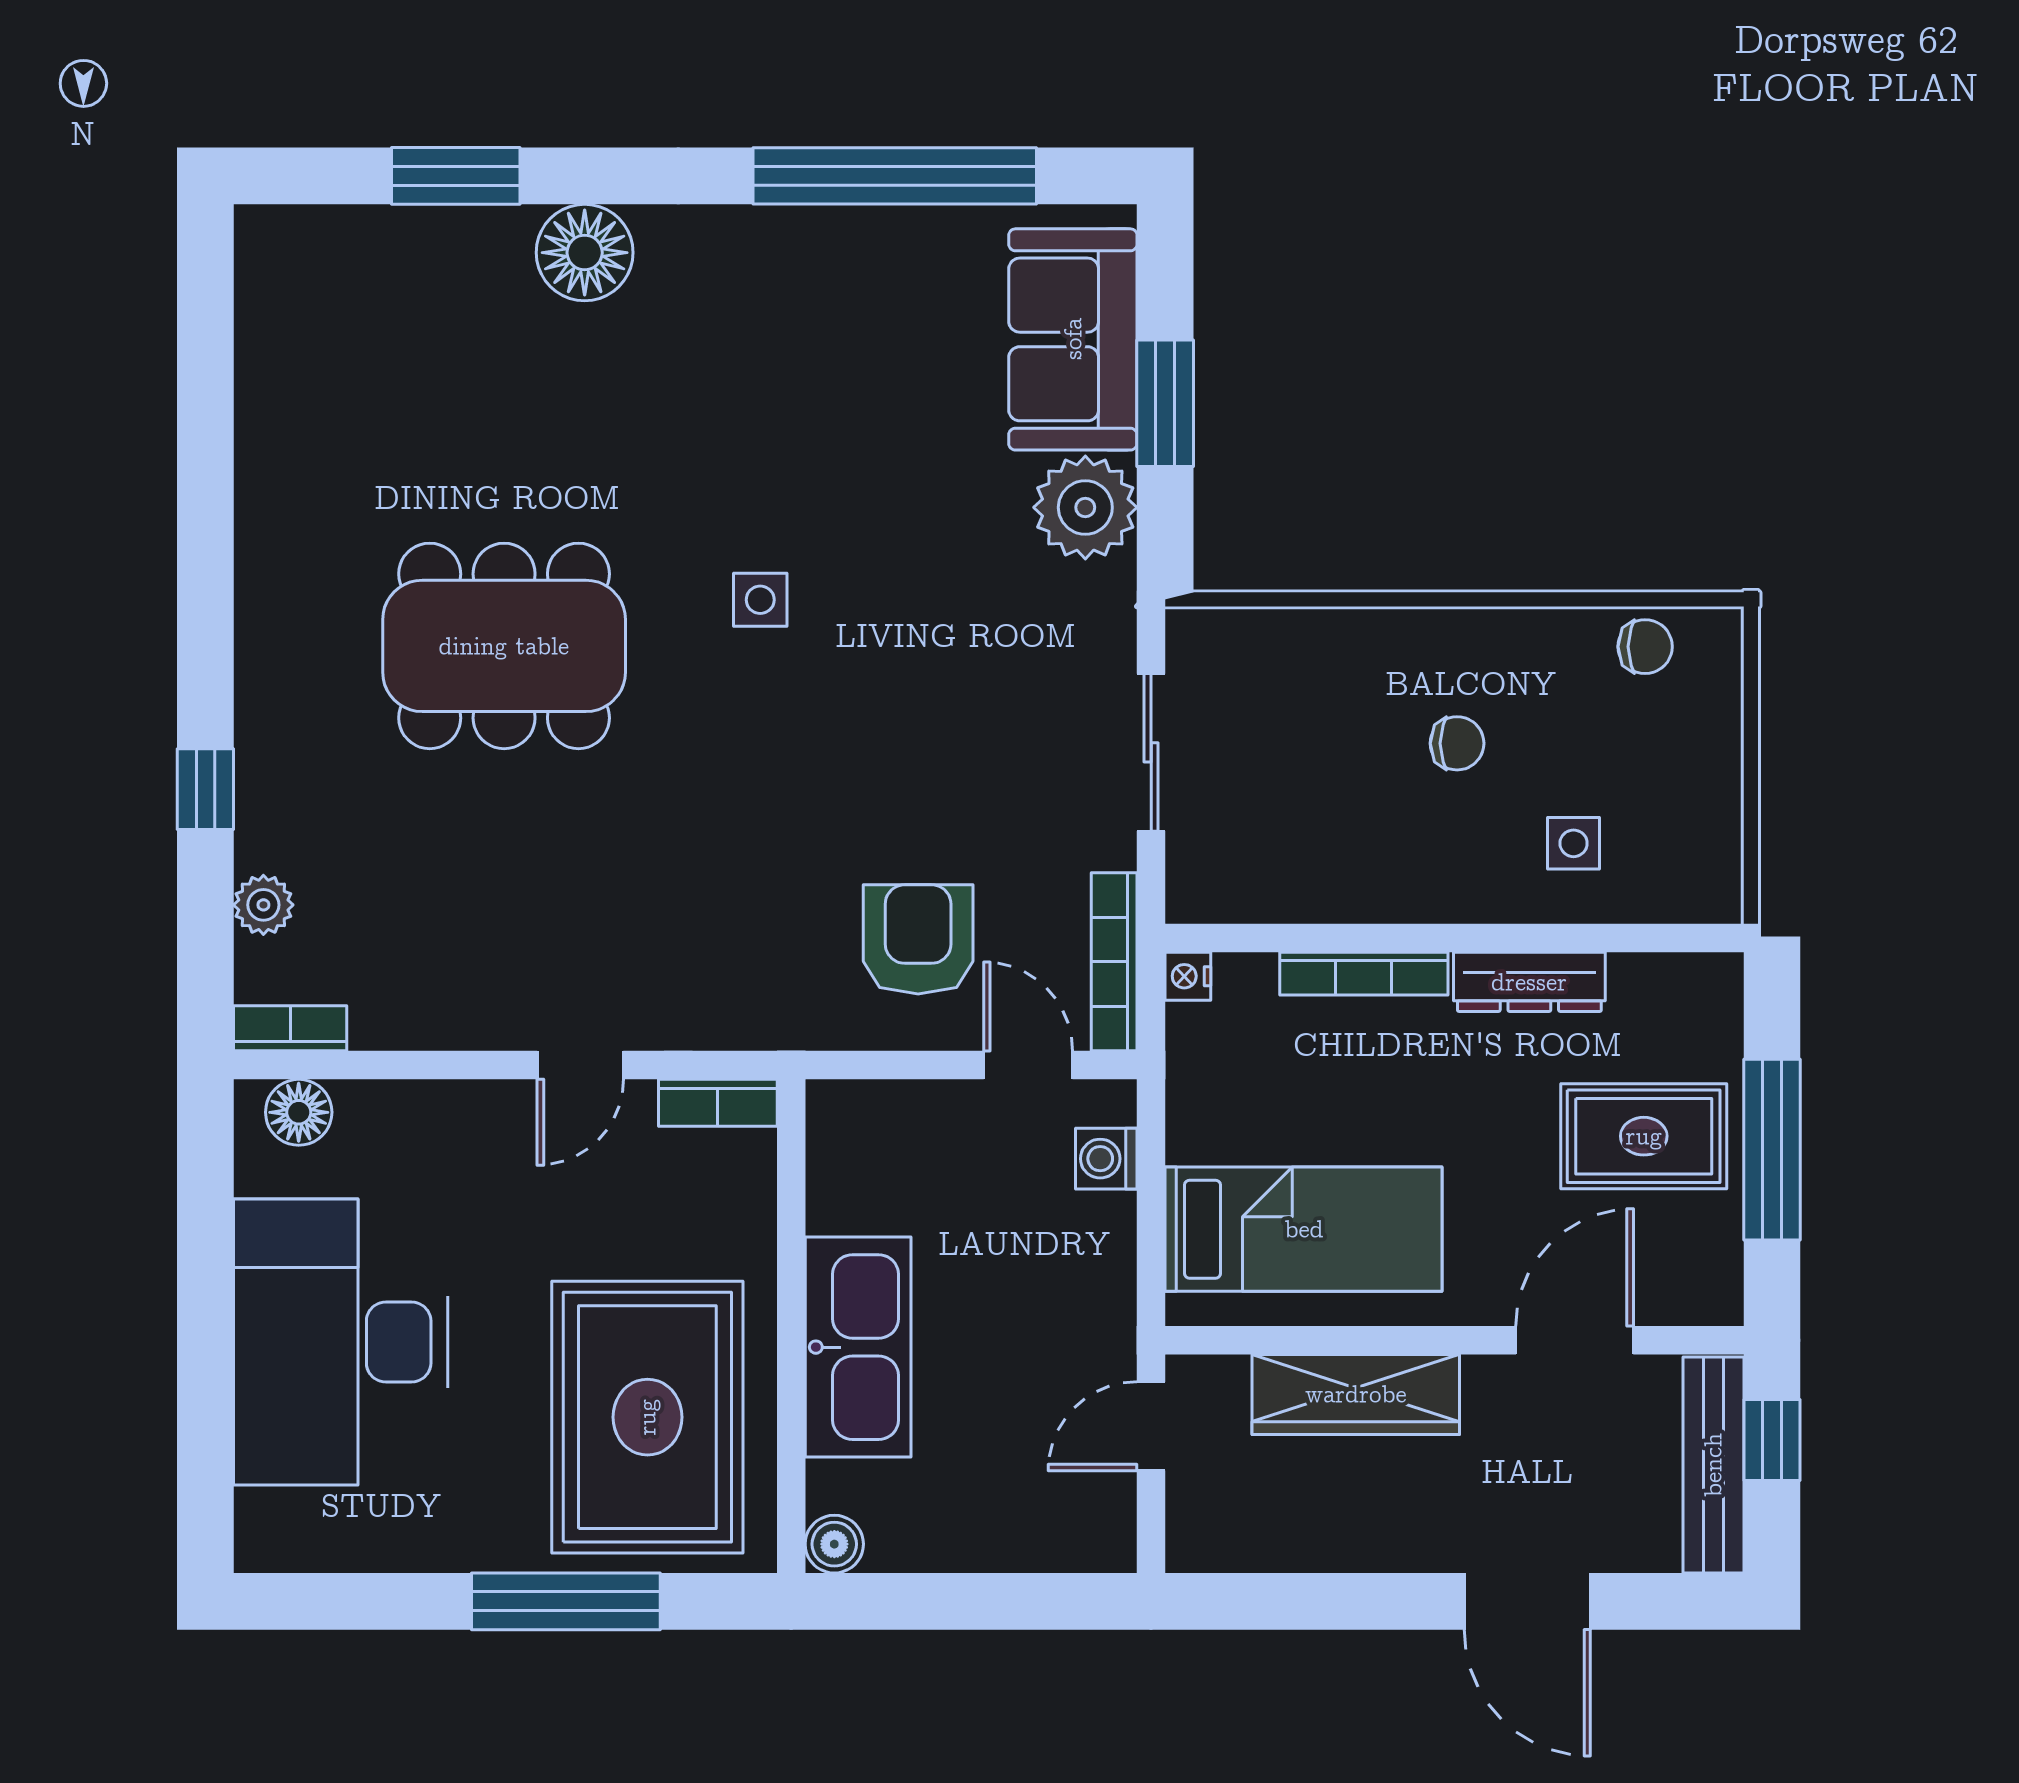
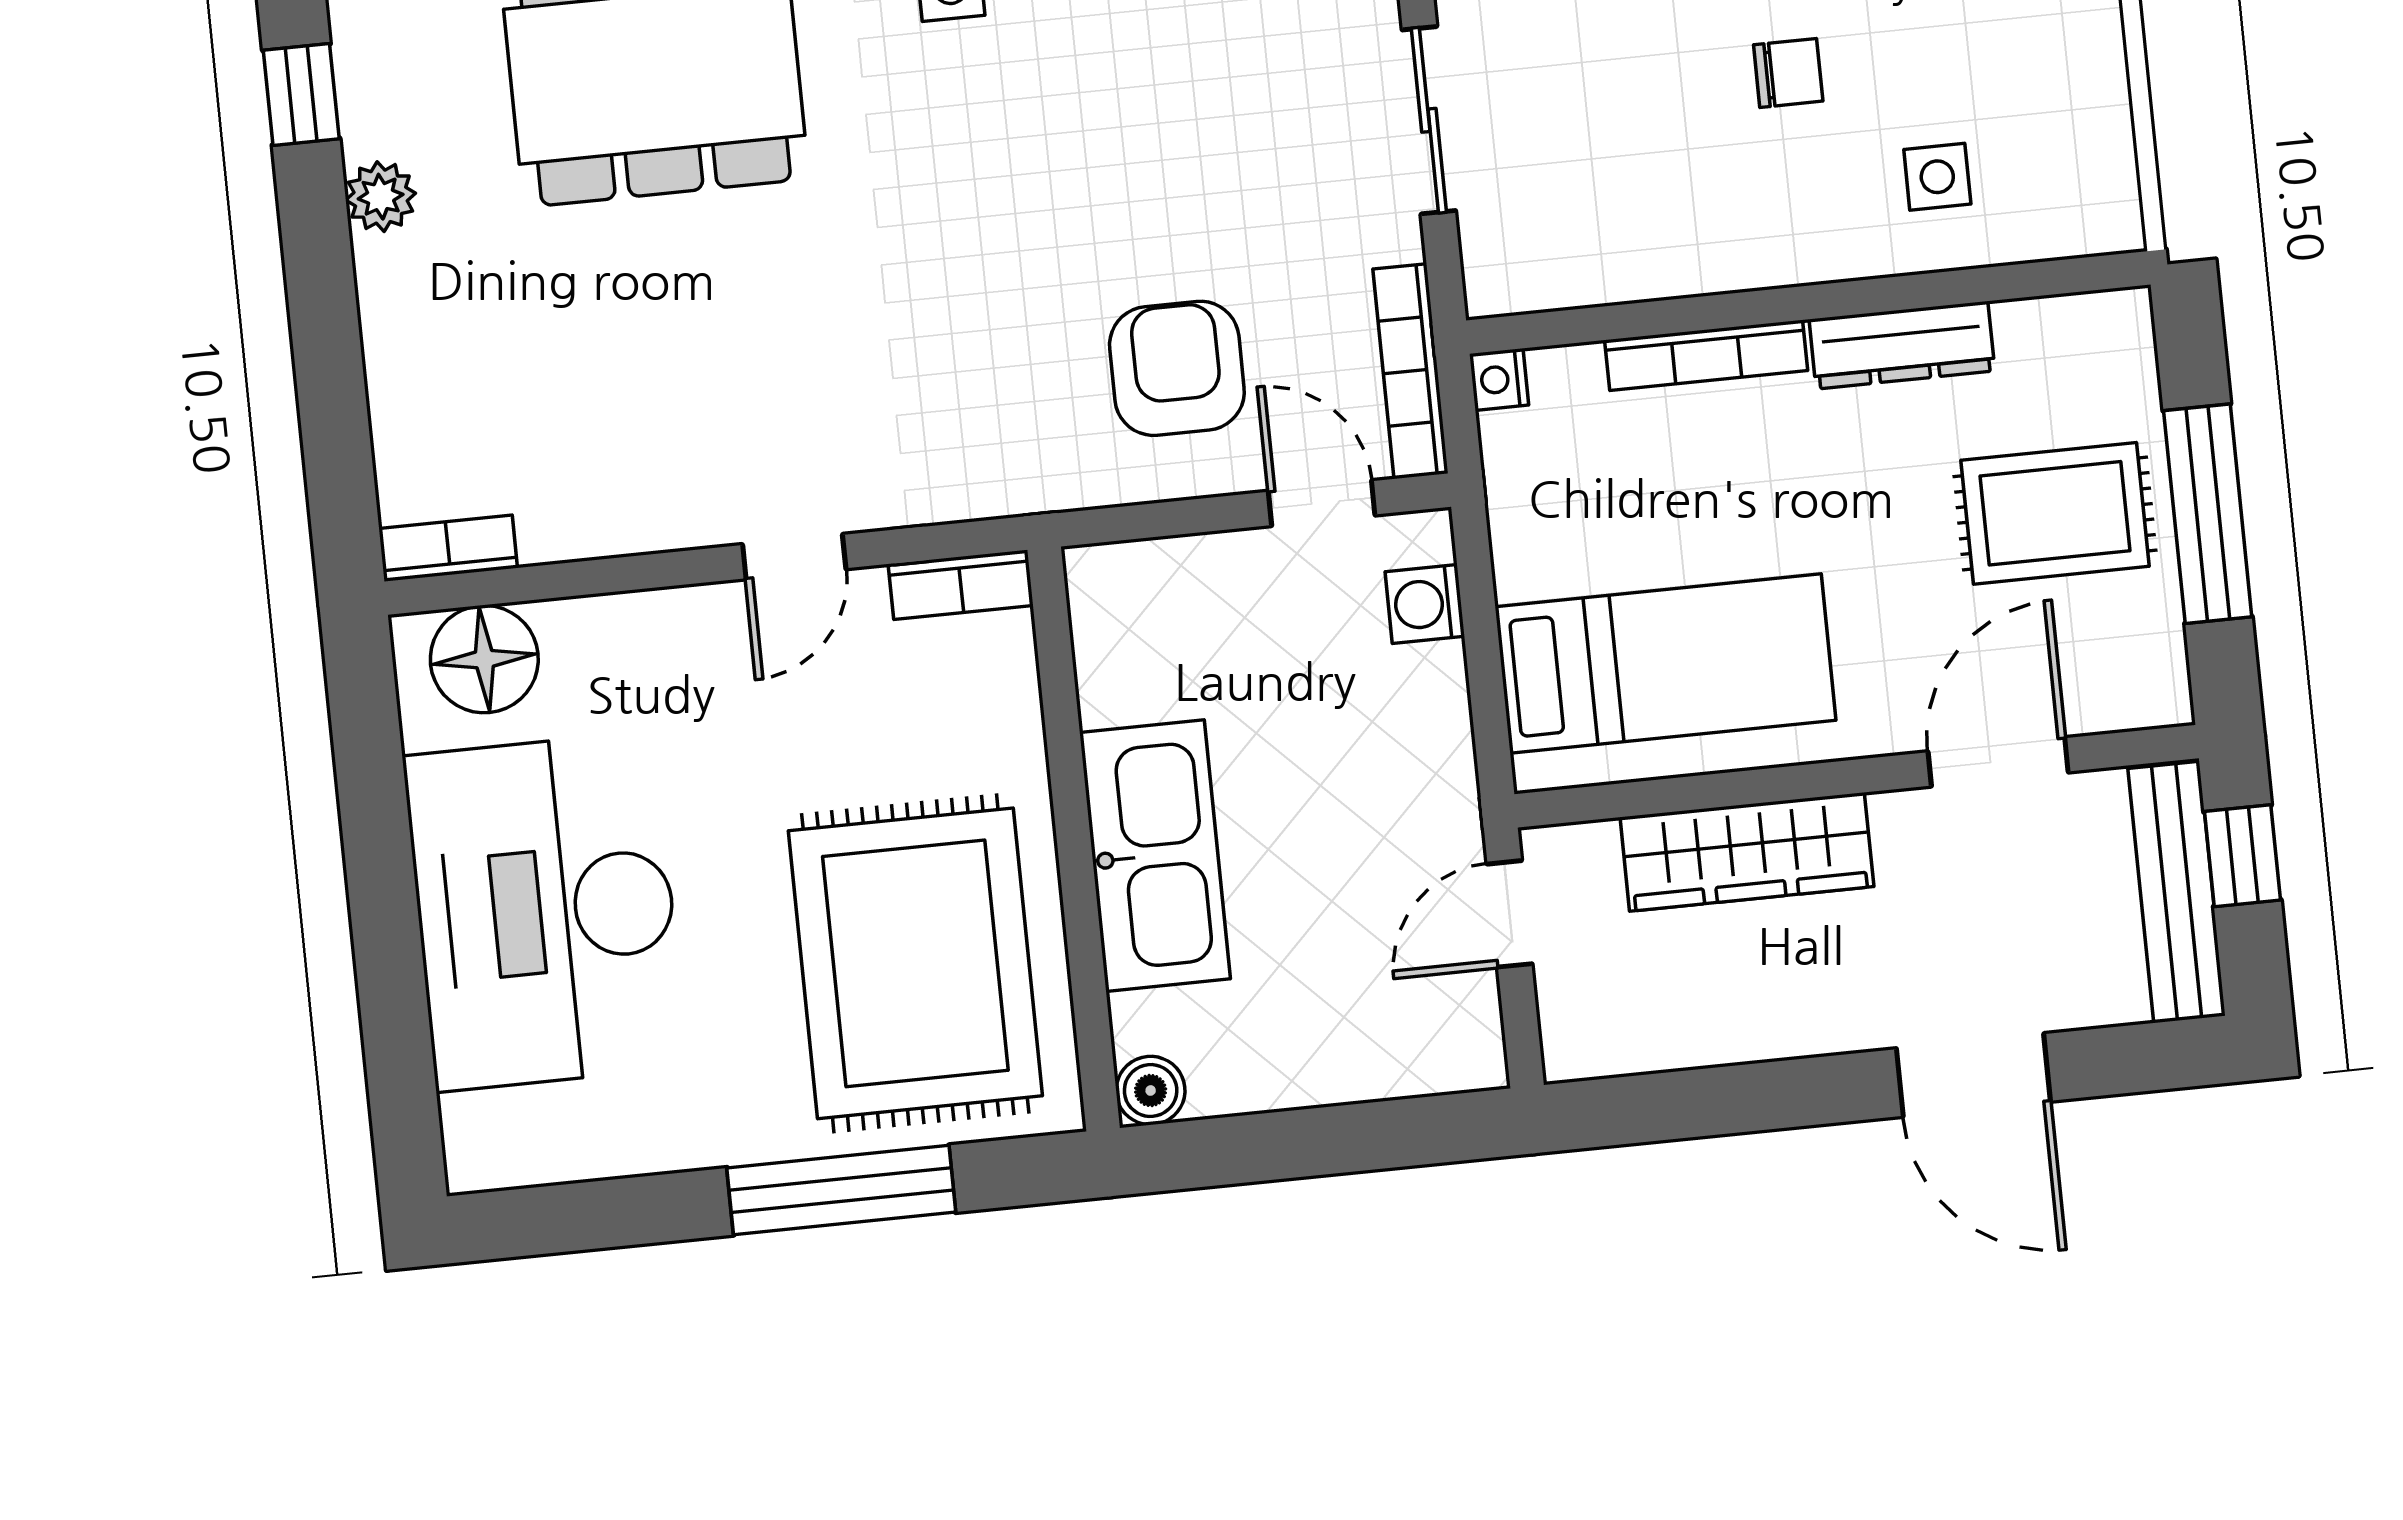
window: (205, 789) -> (301, 94), moved
plant: (263, 905) -> (381, 197), moved
floor lamp: (299, 1112) -> (484, 659), width x1.38, depth x1.38

